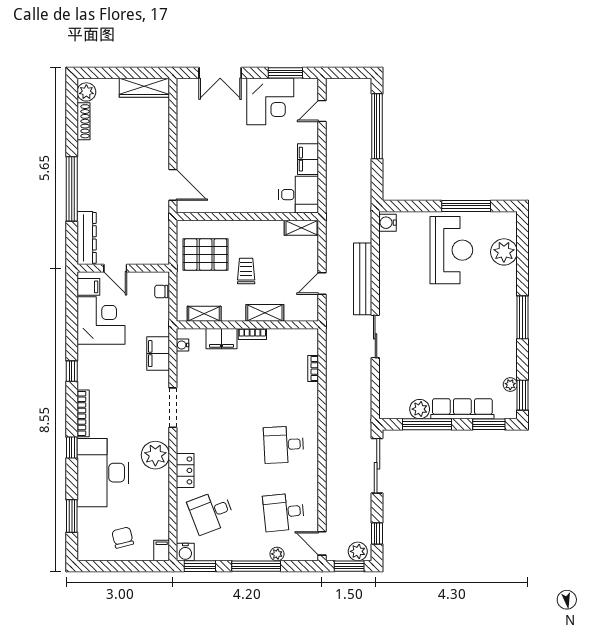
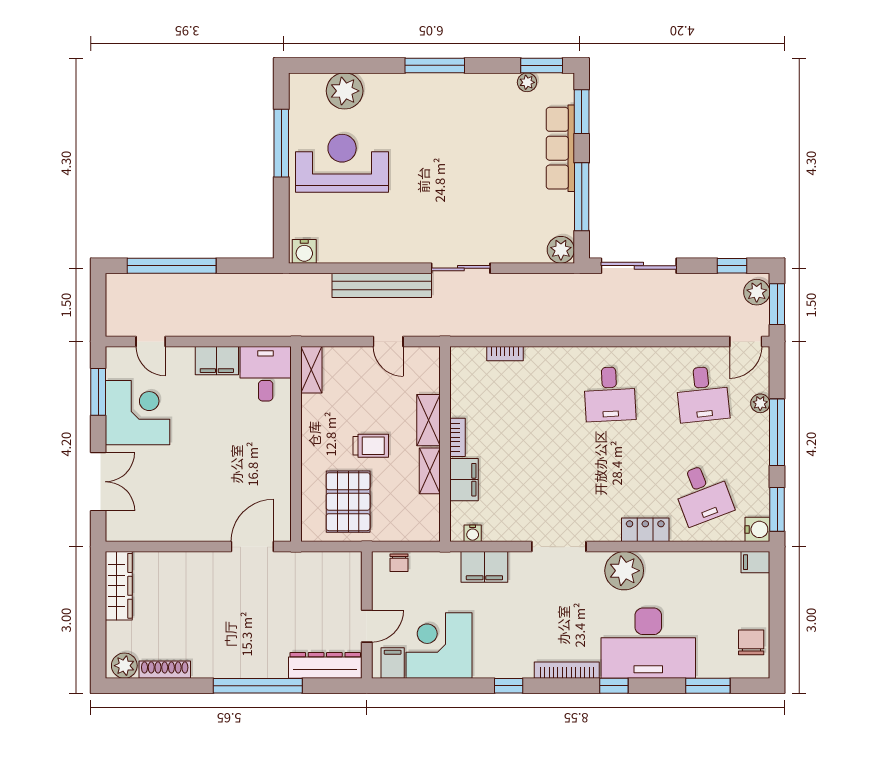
trolley: (246, 271) -> (371, 446), turned 180
shelving: (204, 314) -> (430, 471), moved
plant: (420, 409) -> (561, 250), moved
chair: (123, 538) -> (751, 642), moved, turned 104

